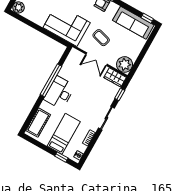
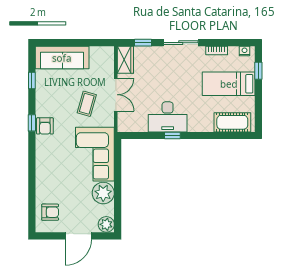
window: (147, 18) -> (32, 81), moved
sofa: (133, 23) -> (62, 58), moved, turned 90
plant: (125, 64) -> (103, 193), moved
window: (51, 80) -> (172, 135), width x0.32
desk: (59, 93) -> (168, 117), moved

